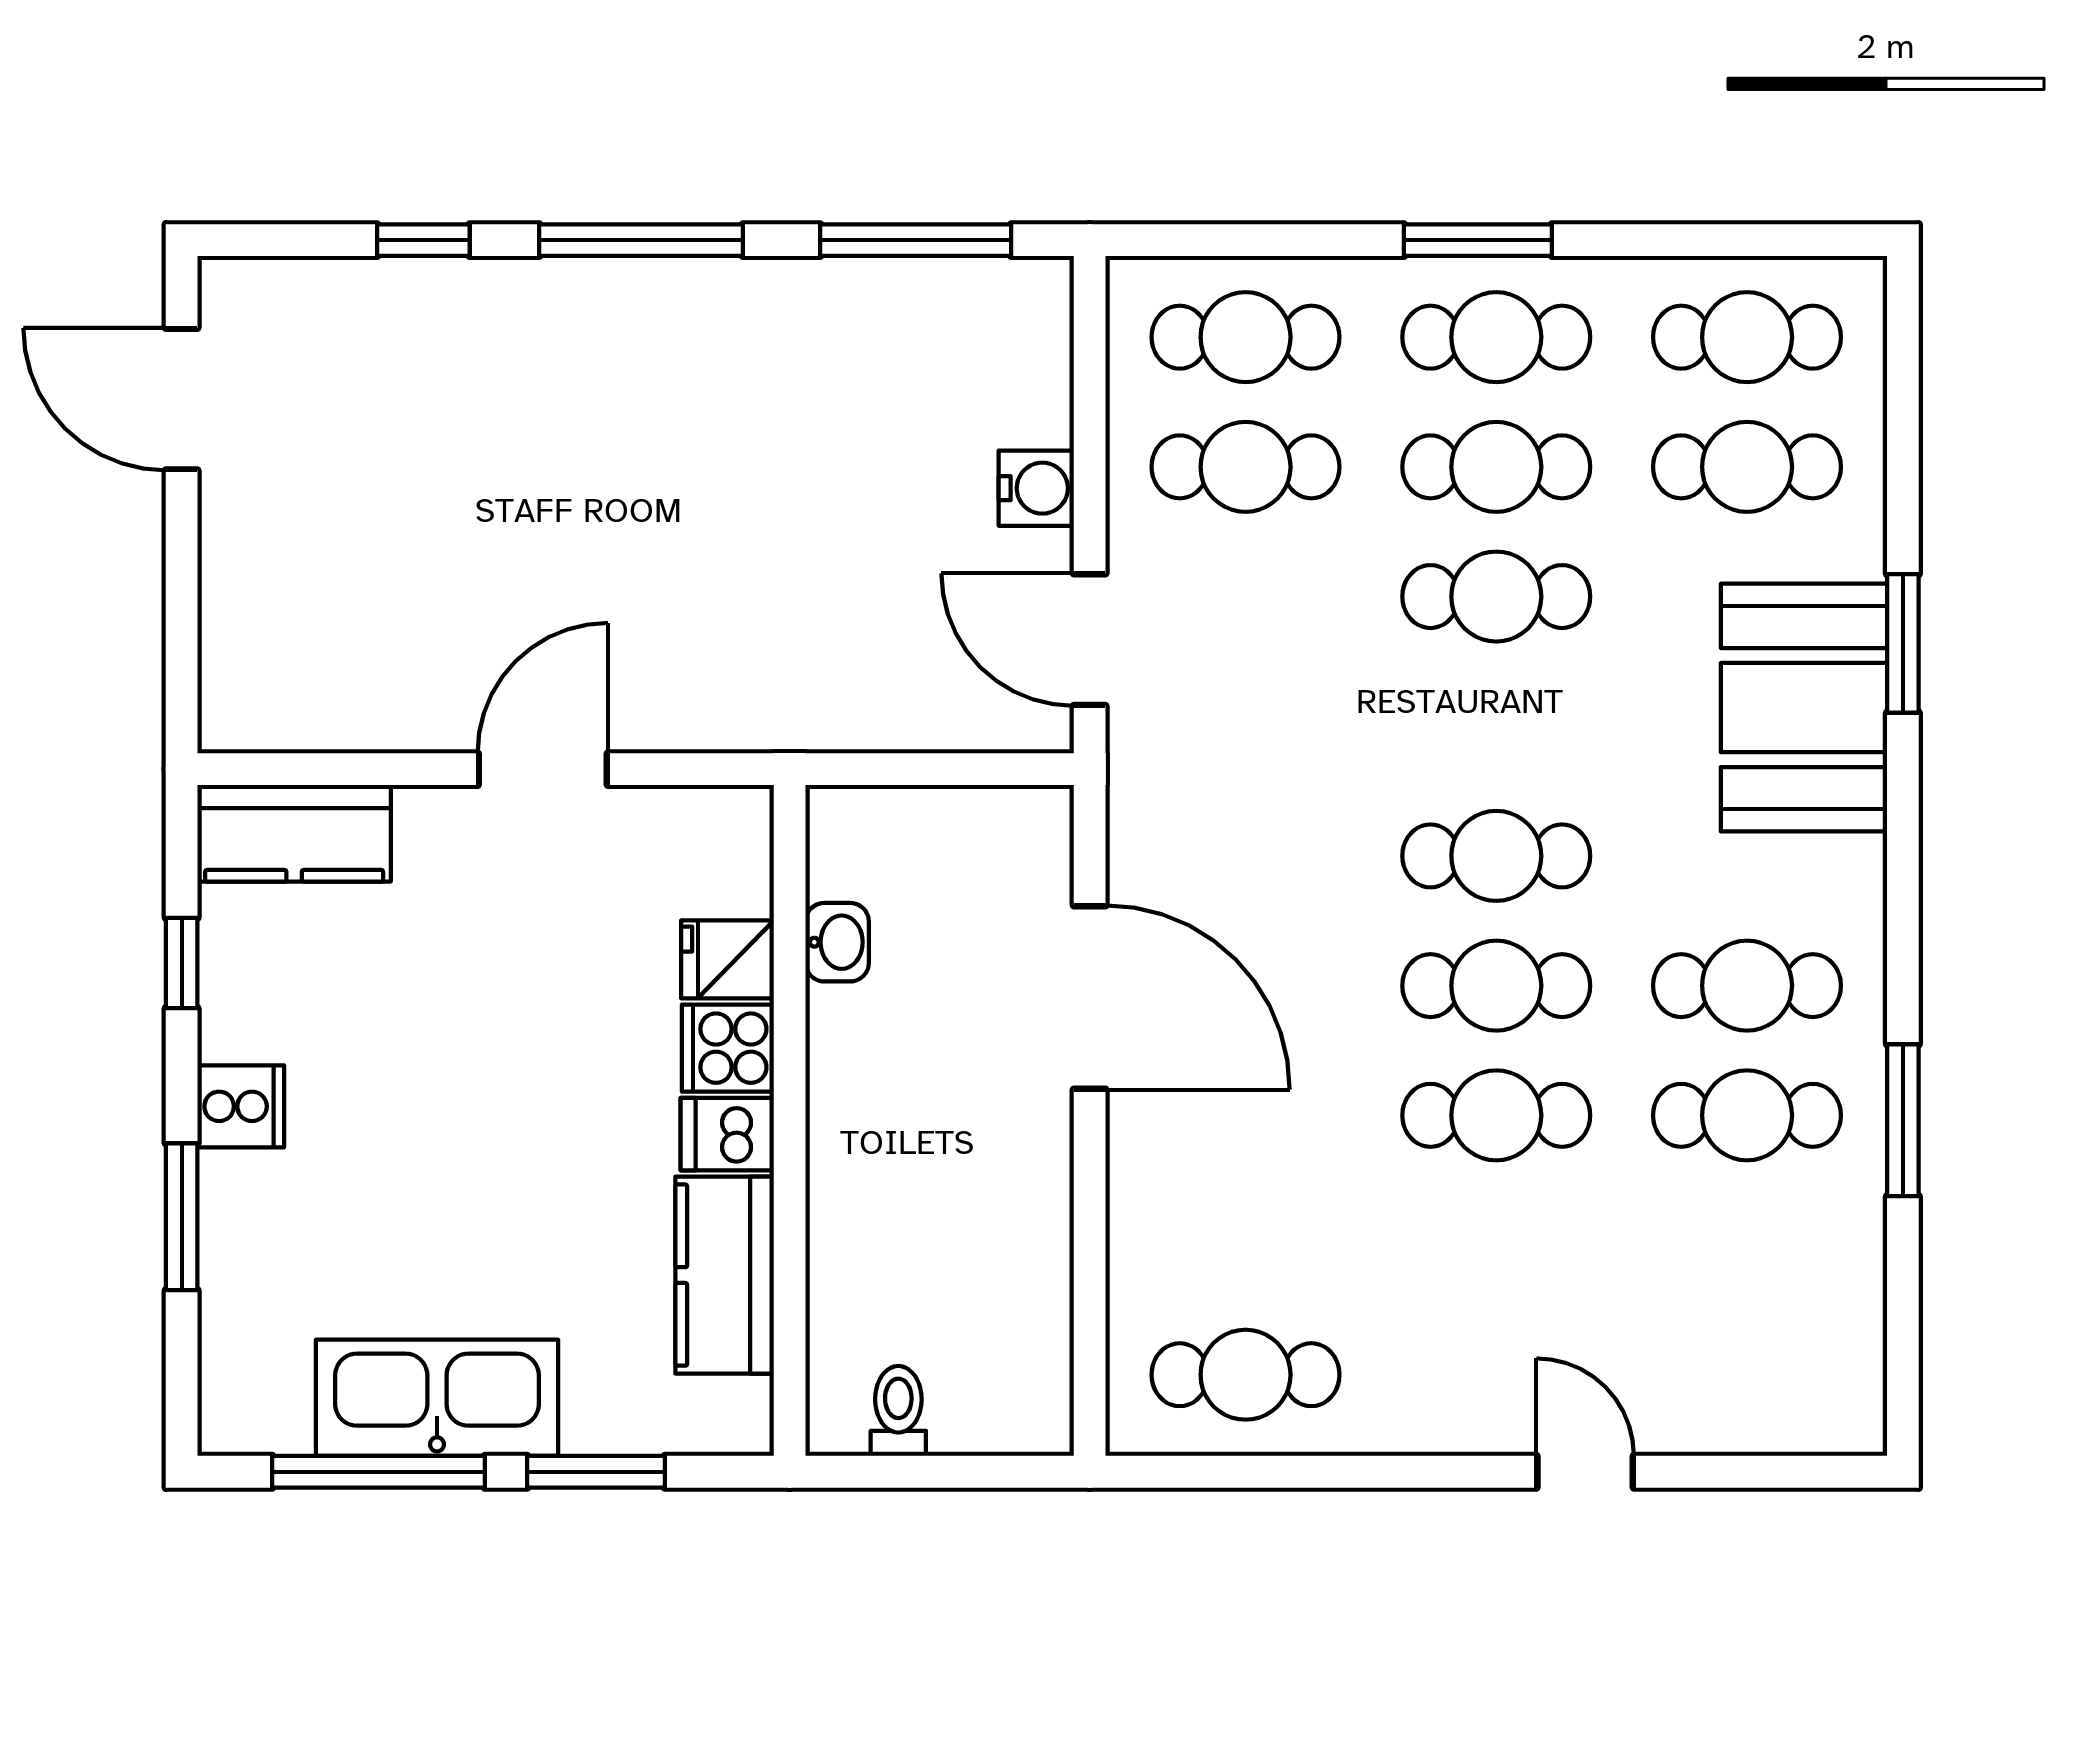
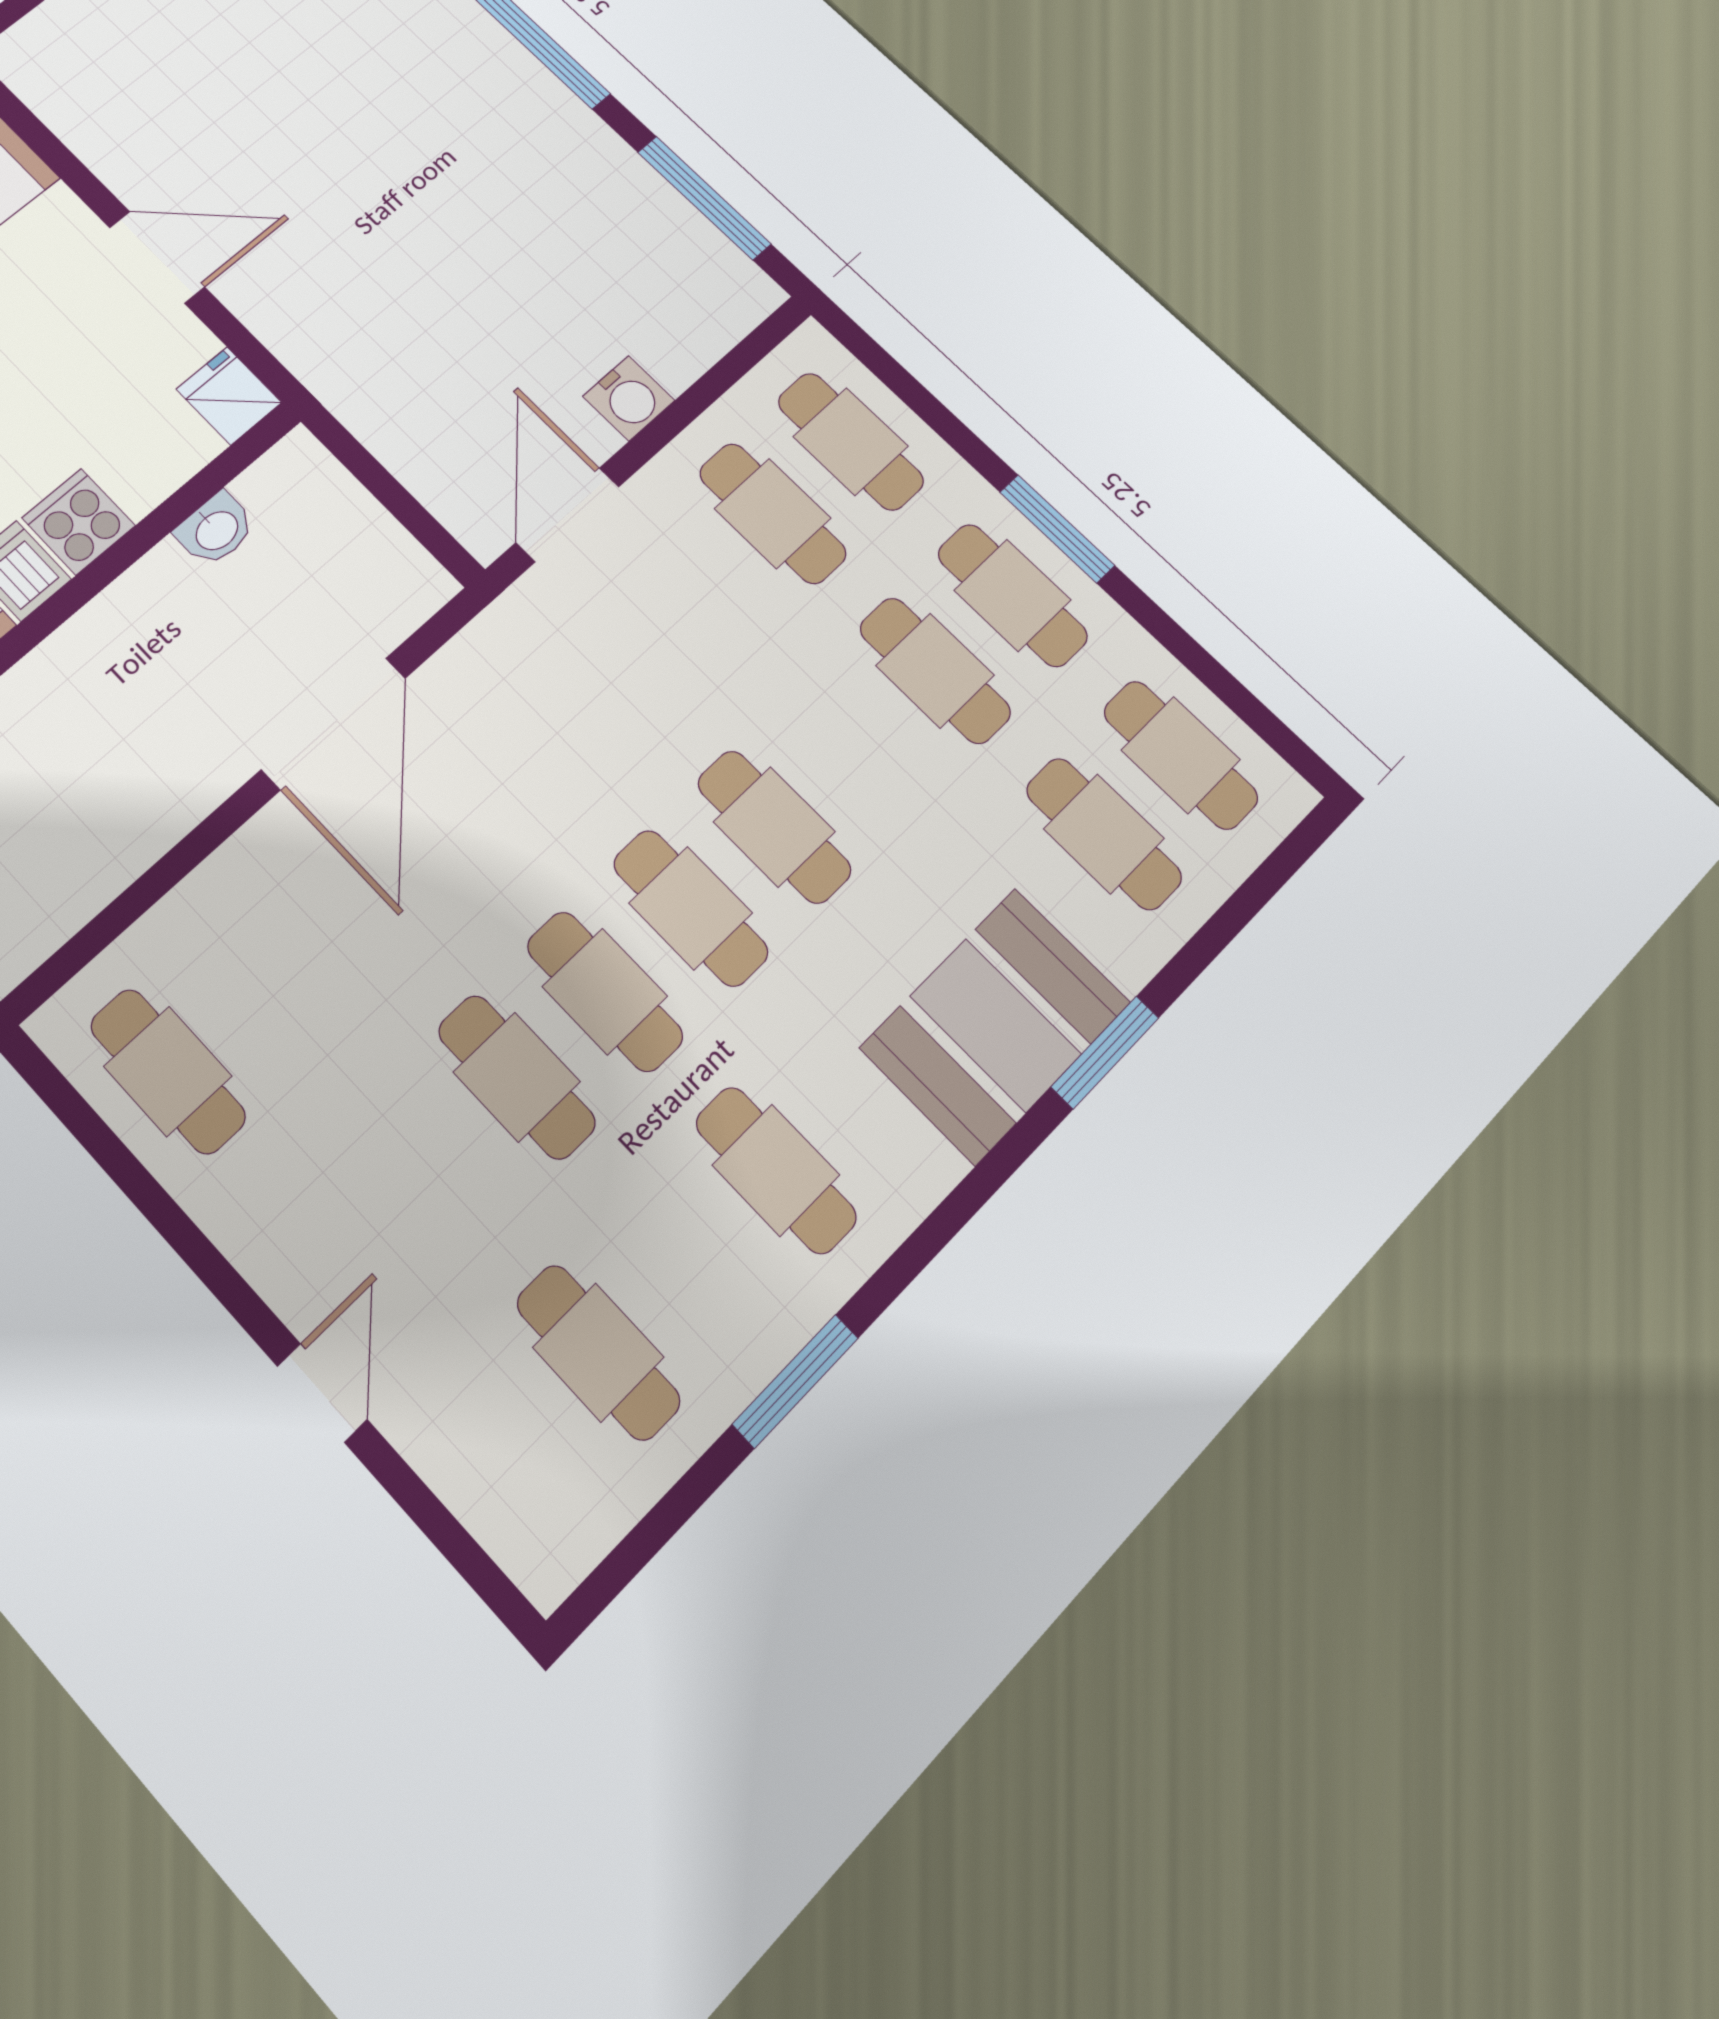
cafe table: (1496, 597) -> (774, 827), moved
fridge: (727, 959) -> (229, 396), moved
cafe table: (1747, 1115) -> (598, 1352), moved

